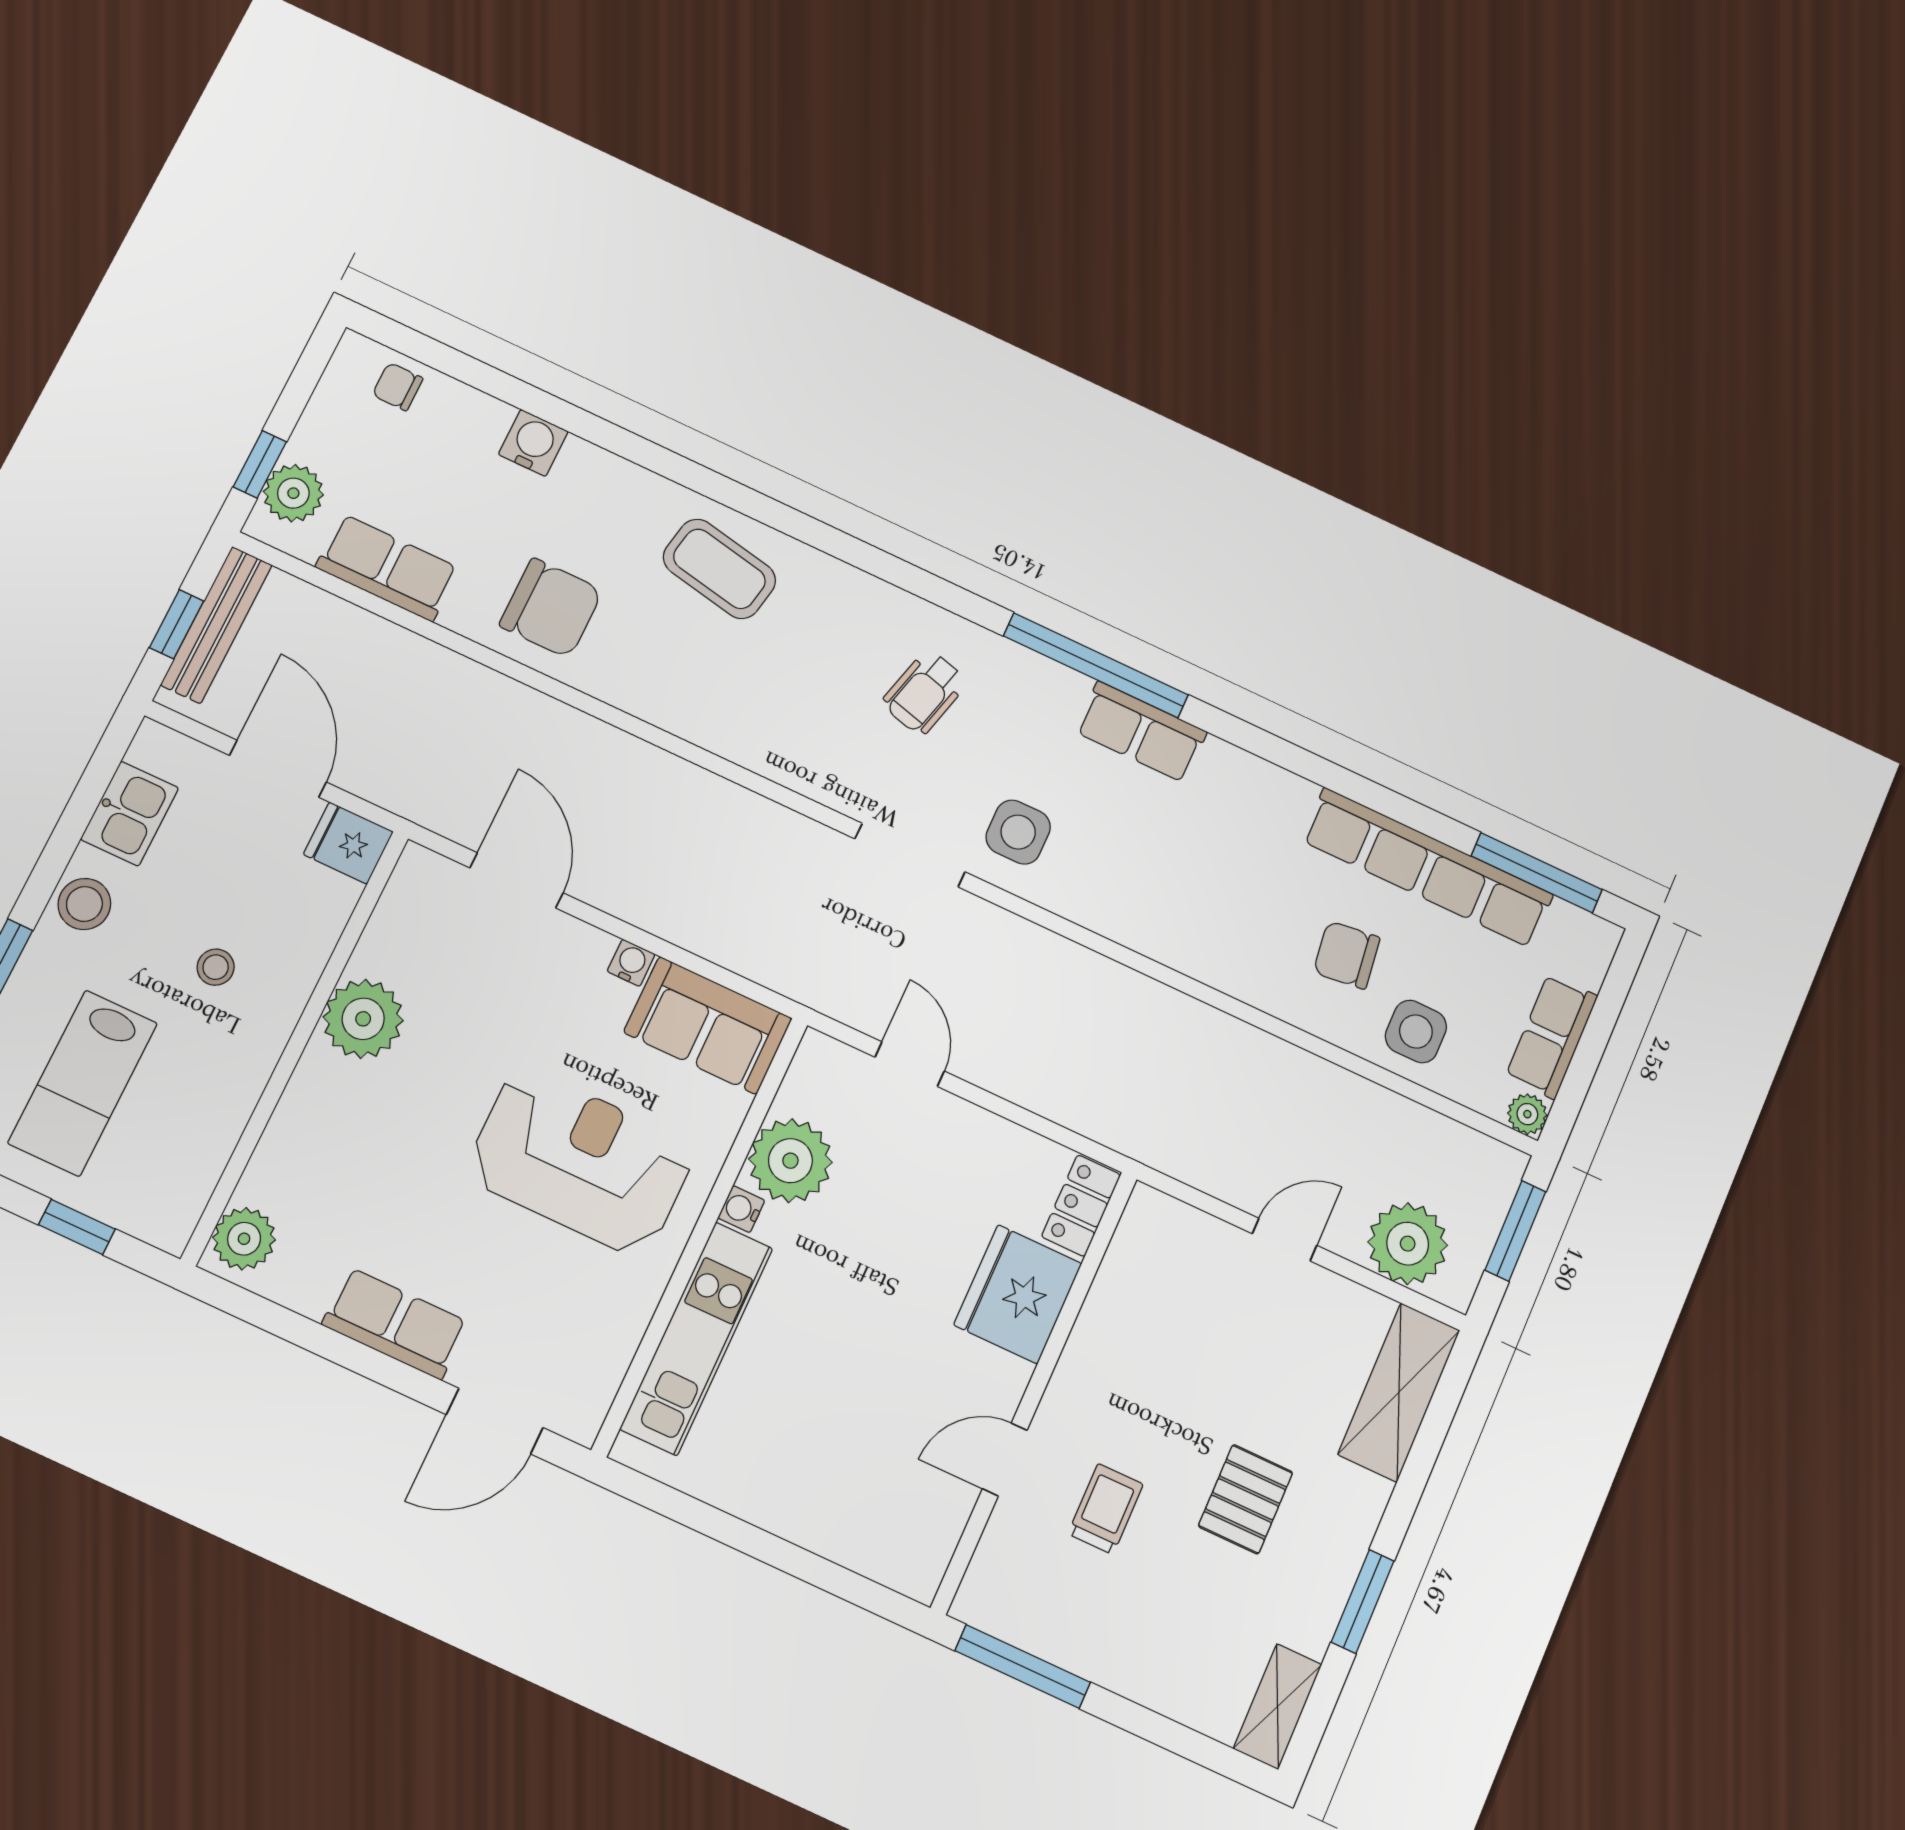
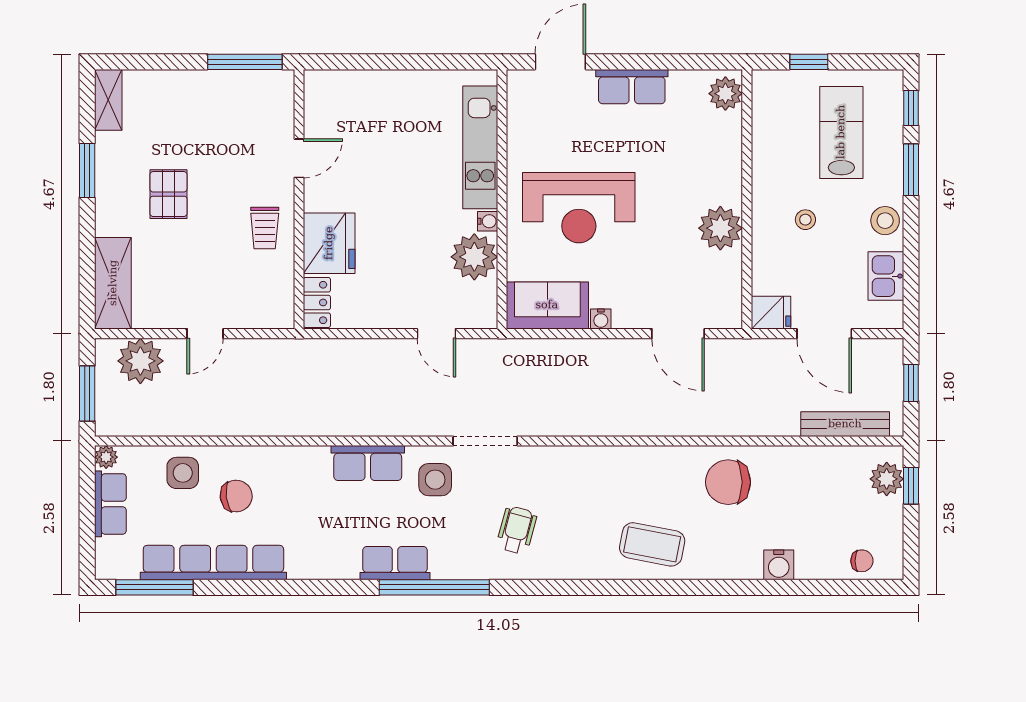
row of seats: (387, 568) -> (368, 463), moved
bench: (216, 625) -> (845, 424), moved, turned 90
trolley: (1106, 1509) -> (265, 228), moved

